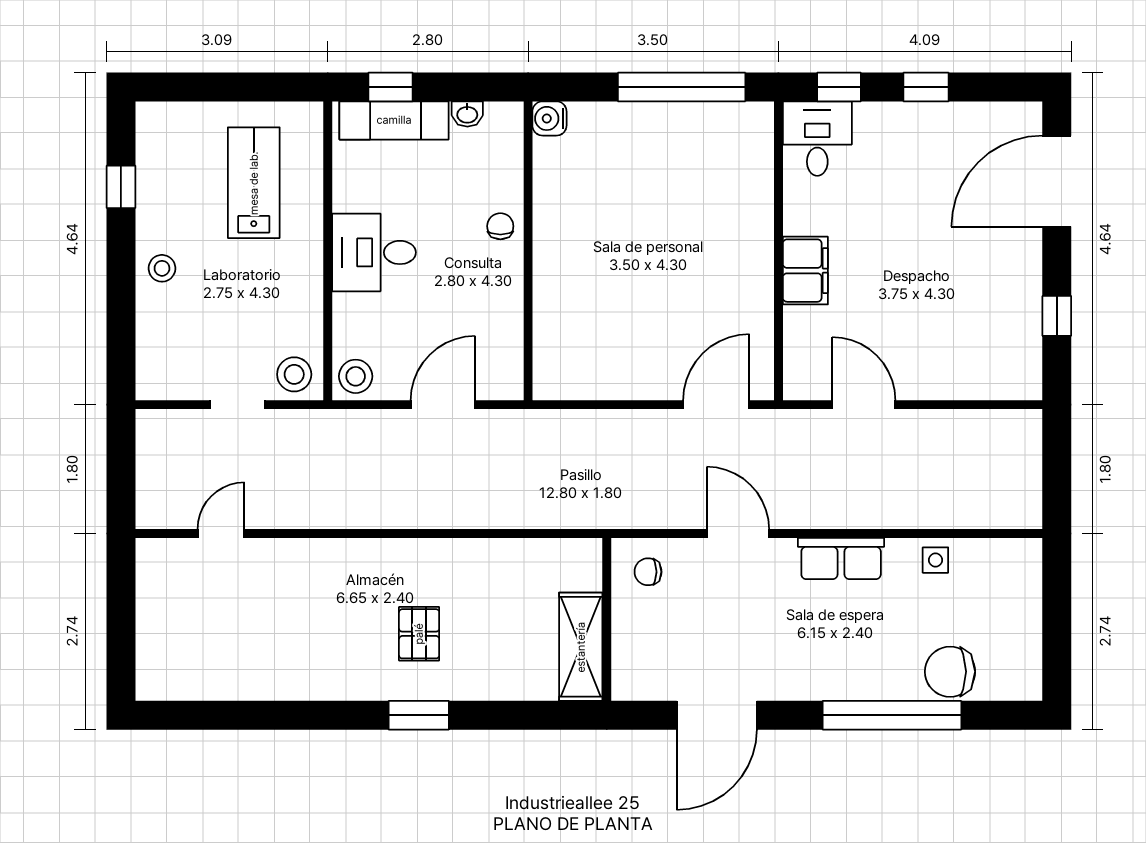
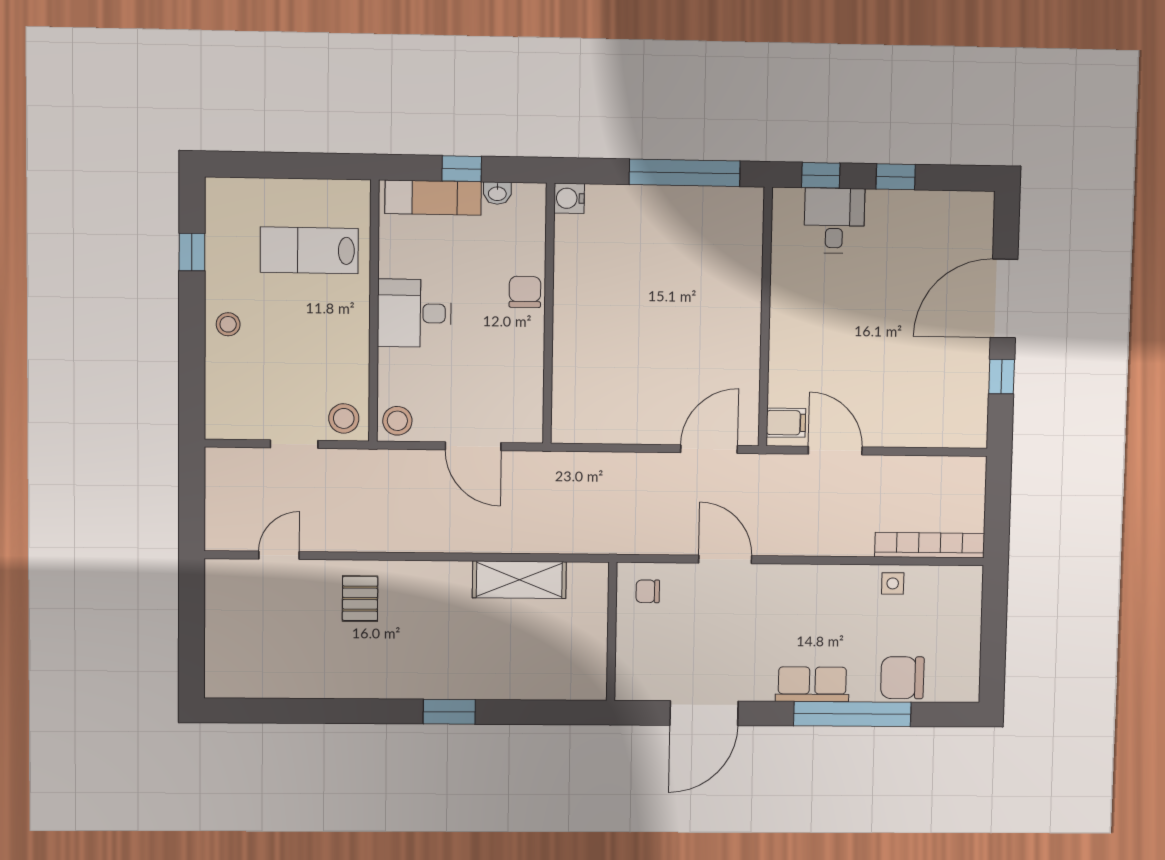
window: (390, 87) -> (462, 169), moved
desk: (817, 139) -> (834, 221), moved
door: (1057, 181) -> (1004, 299), moved
lab bench: (254, 183) -> (309, 250), turned -90
chair: (500, 226) -> (525, 292), width x1.37, depth x1.37
filing cabinet: (805, 271) -> (786, 423), moved, width x0.50
door: (443, 405) -> (473, 446), swing flipped
bookcase: (978, 515) -> (930, 545), added
row of seats: (841, 558) -> (812, 684), moved, turned 180
pallet: (419, 634) -> (360, 599), moved
shelving: (581, 647) -> (519, 580), moved, turned 90

